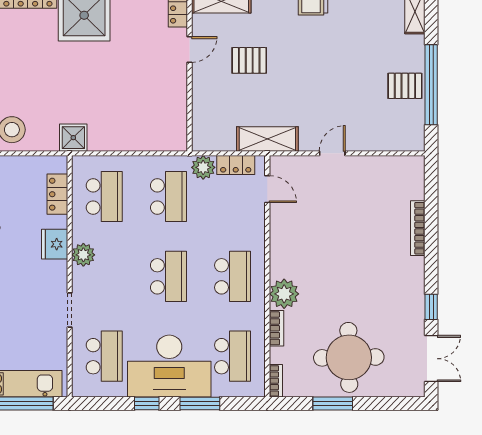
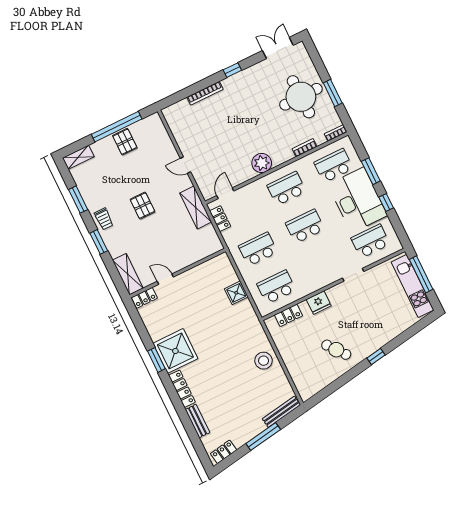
pallet: (249, 60) -> (142, 206), moved
shower: (73, 138) -> (236, 293), moved
plant: (203, 167) -> (231, 237), removed
plant: (83, 255) -> (317, 283), removed
plant: (284, 294) -> (262, 163), moved
window: (431, 307) -> (232, 70), moved

